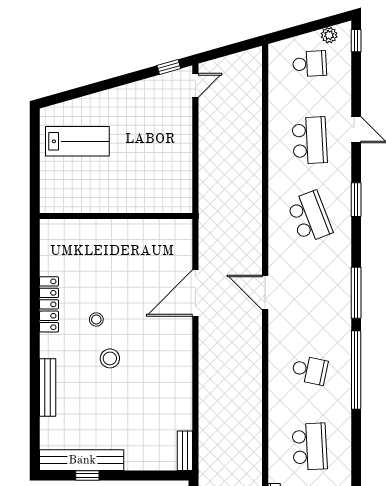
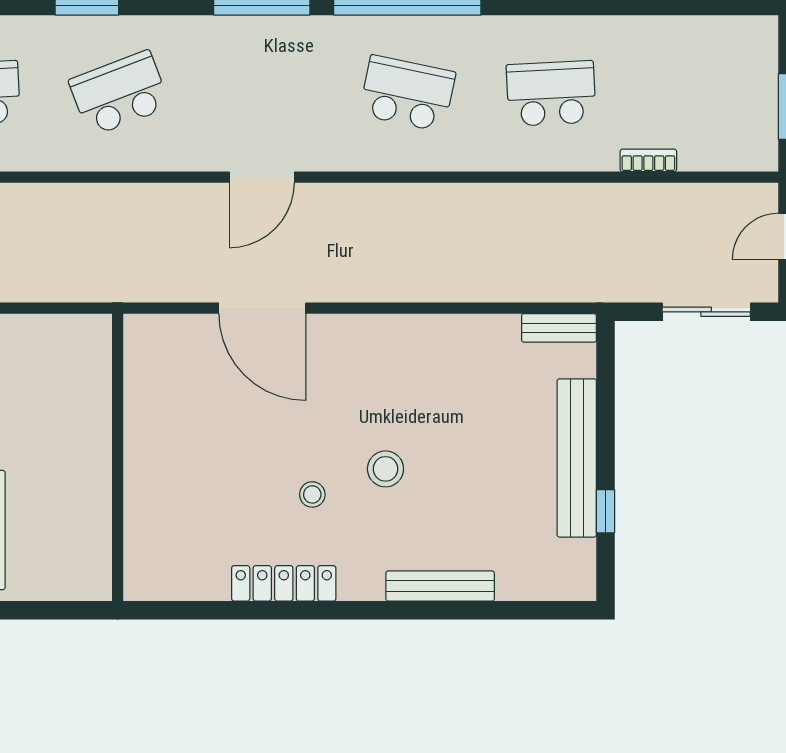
school desk: (310, 370) -> (407, 93), width x1.85
bench: (82, 460) -> (577, 458), moved

